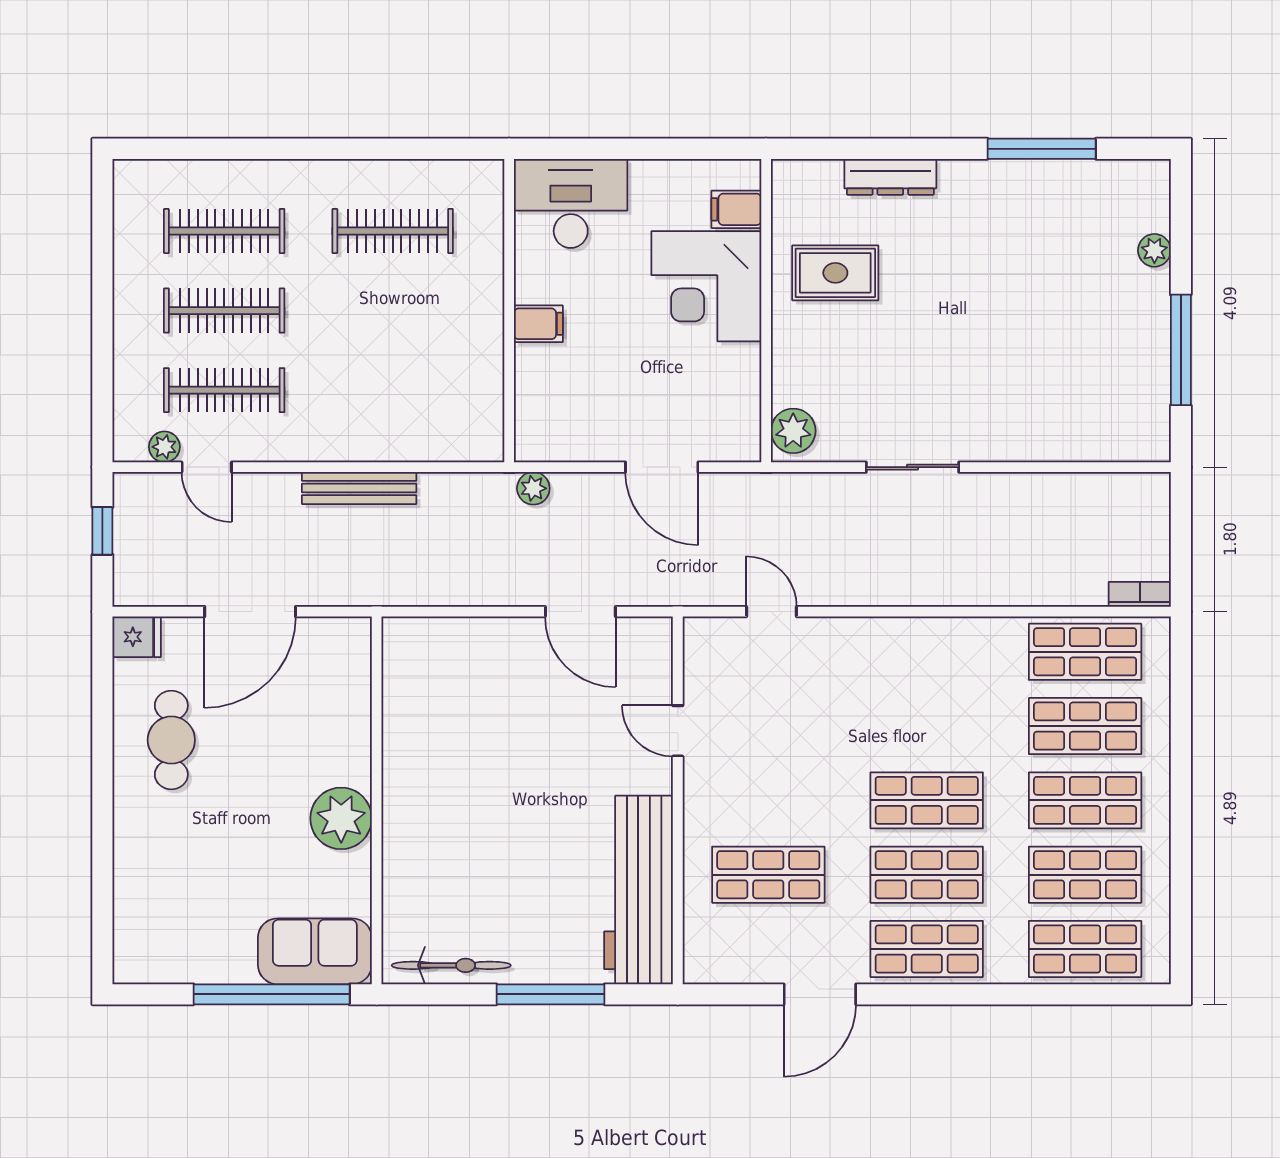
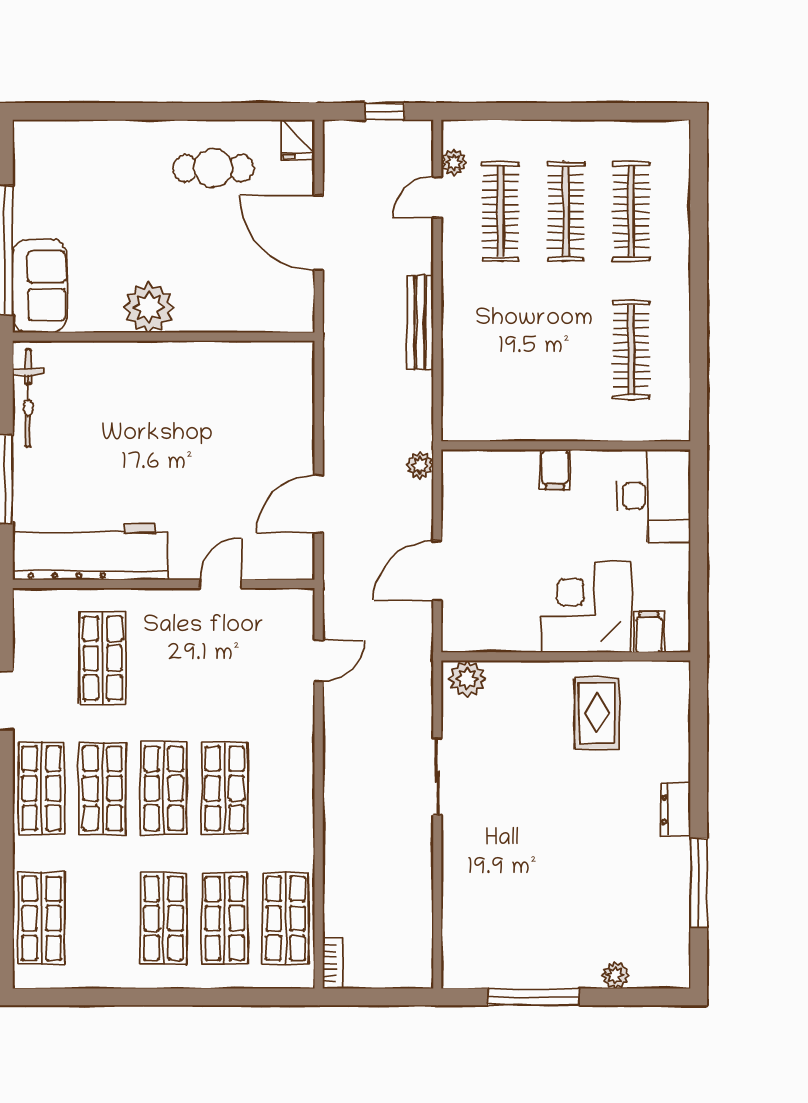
dresser: (890, 177) -> (676, 809), moved, width x0.70
shop shelf: (1085, 875) -> (225, 788), moved

